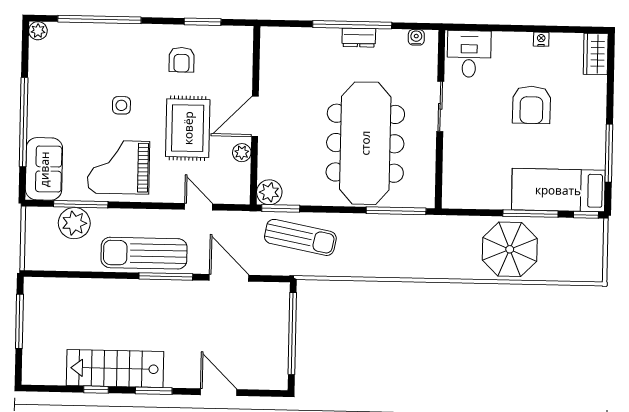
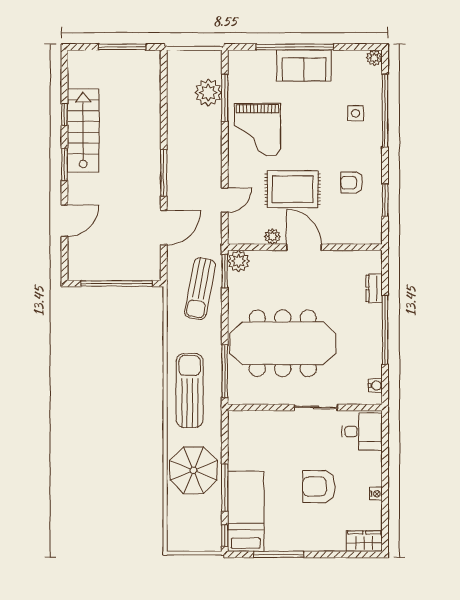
dresser: (359, 38) -> (374, 288), moved
side table: (121, 105) -> (356, 113), moved
grand piano: (118, 167) -> (258, 130), turned 180
sofa: (44, 169) -> (304, 65), moved
sun lounger: (144, 253) -> (190, 390), moved

